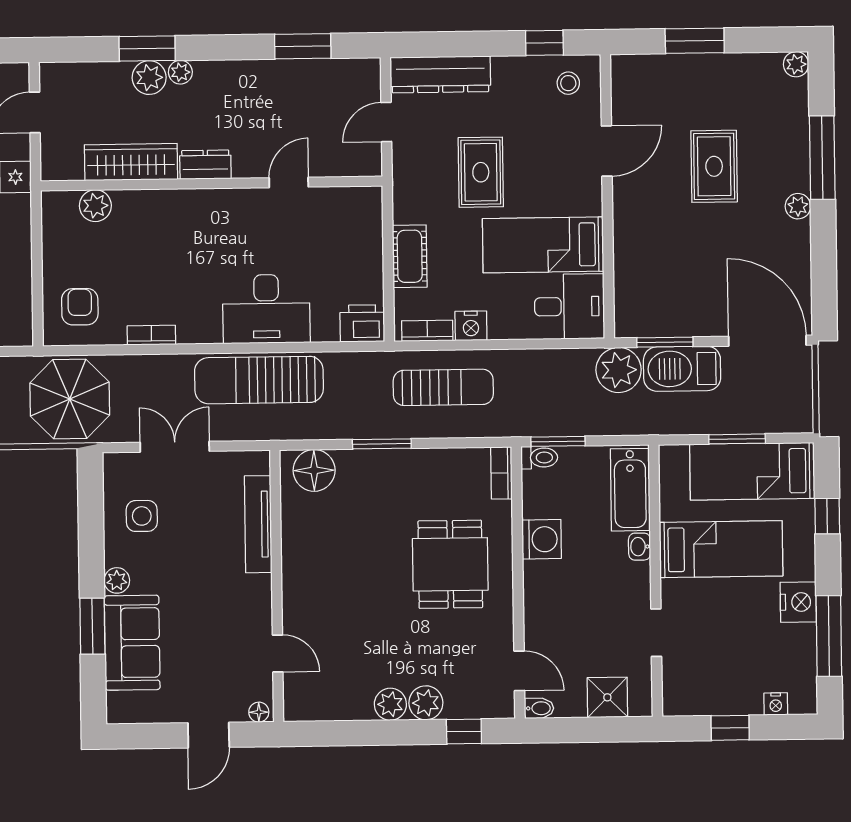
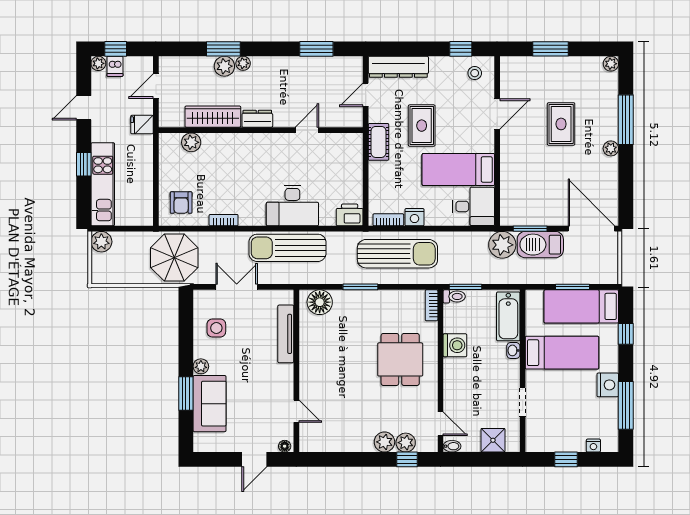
cot: (410, 256) -> (379, 142), moved
armchair: (80, 307) -> (181, 203), turned 180
sun lounger: (443, 387) -> (397, 254), width x1.36, depth x1.34
plant: (390, 704) -> (406, 443), moved

